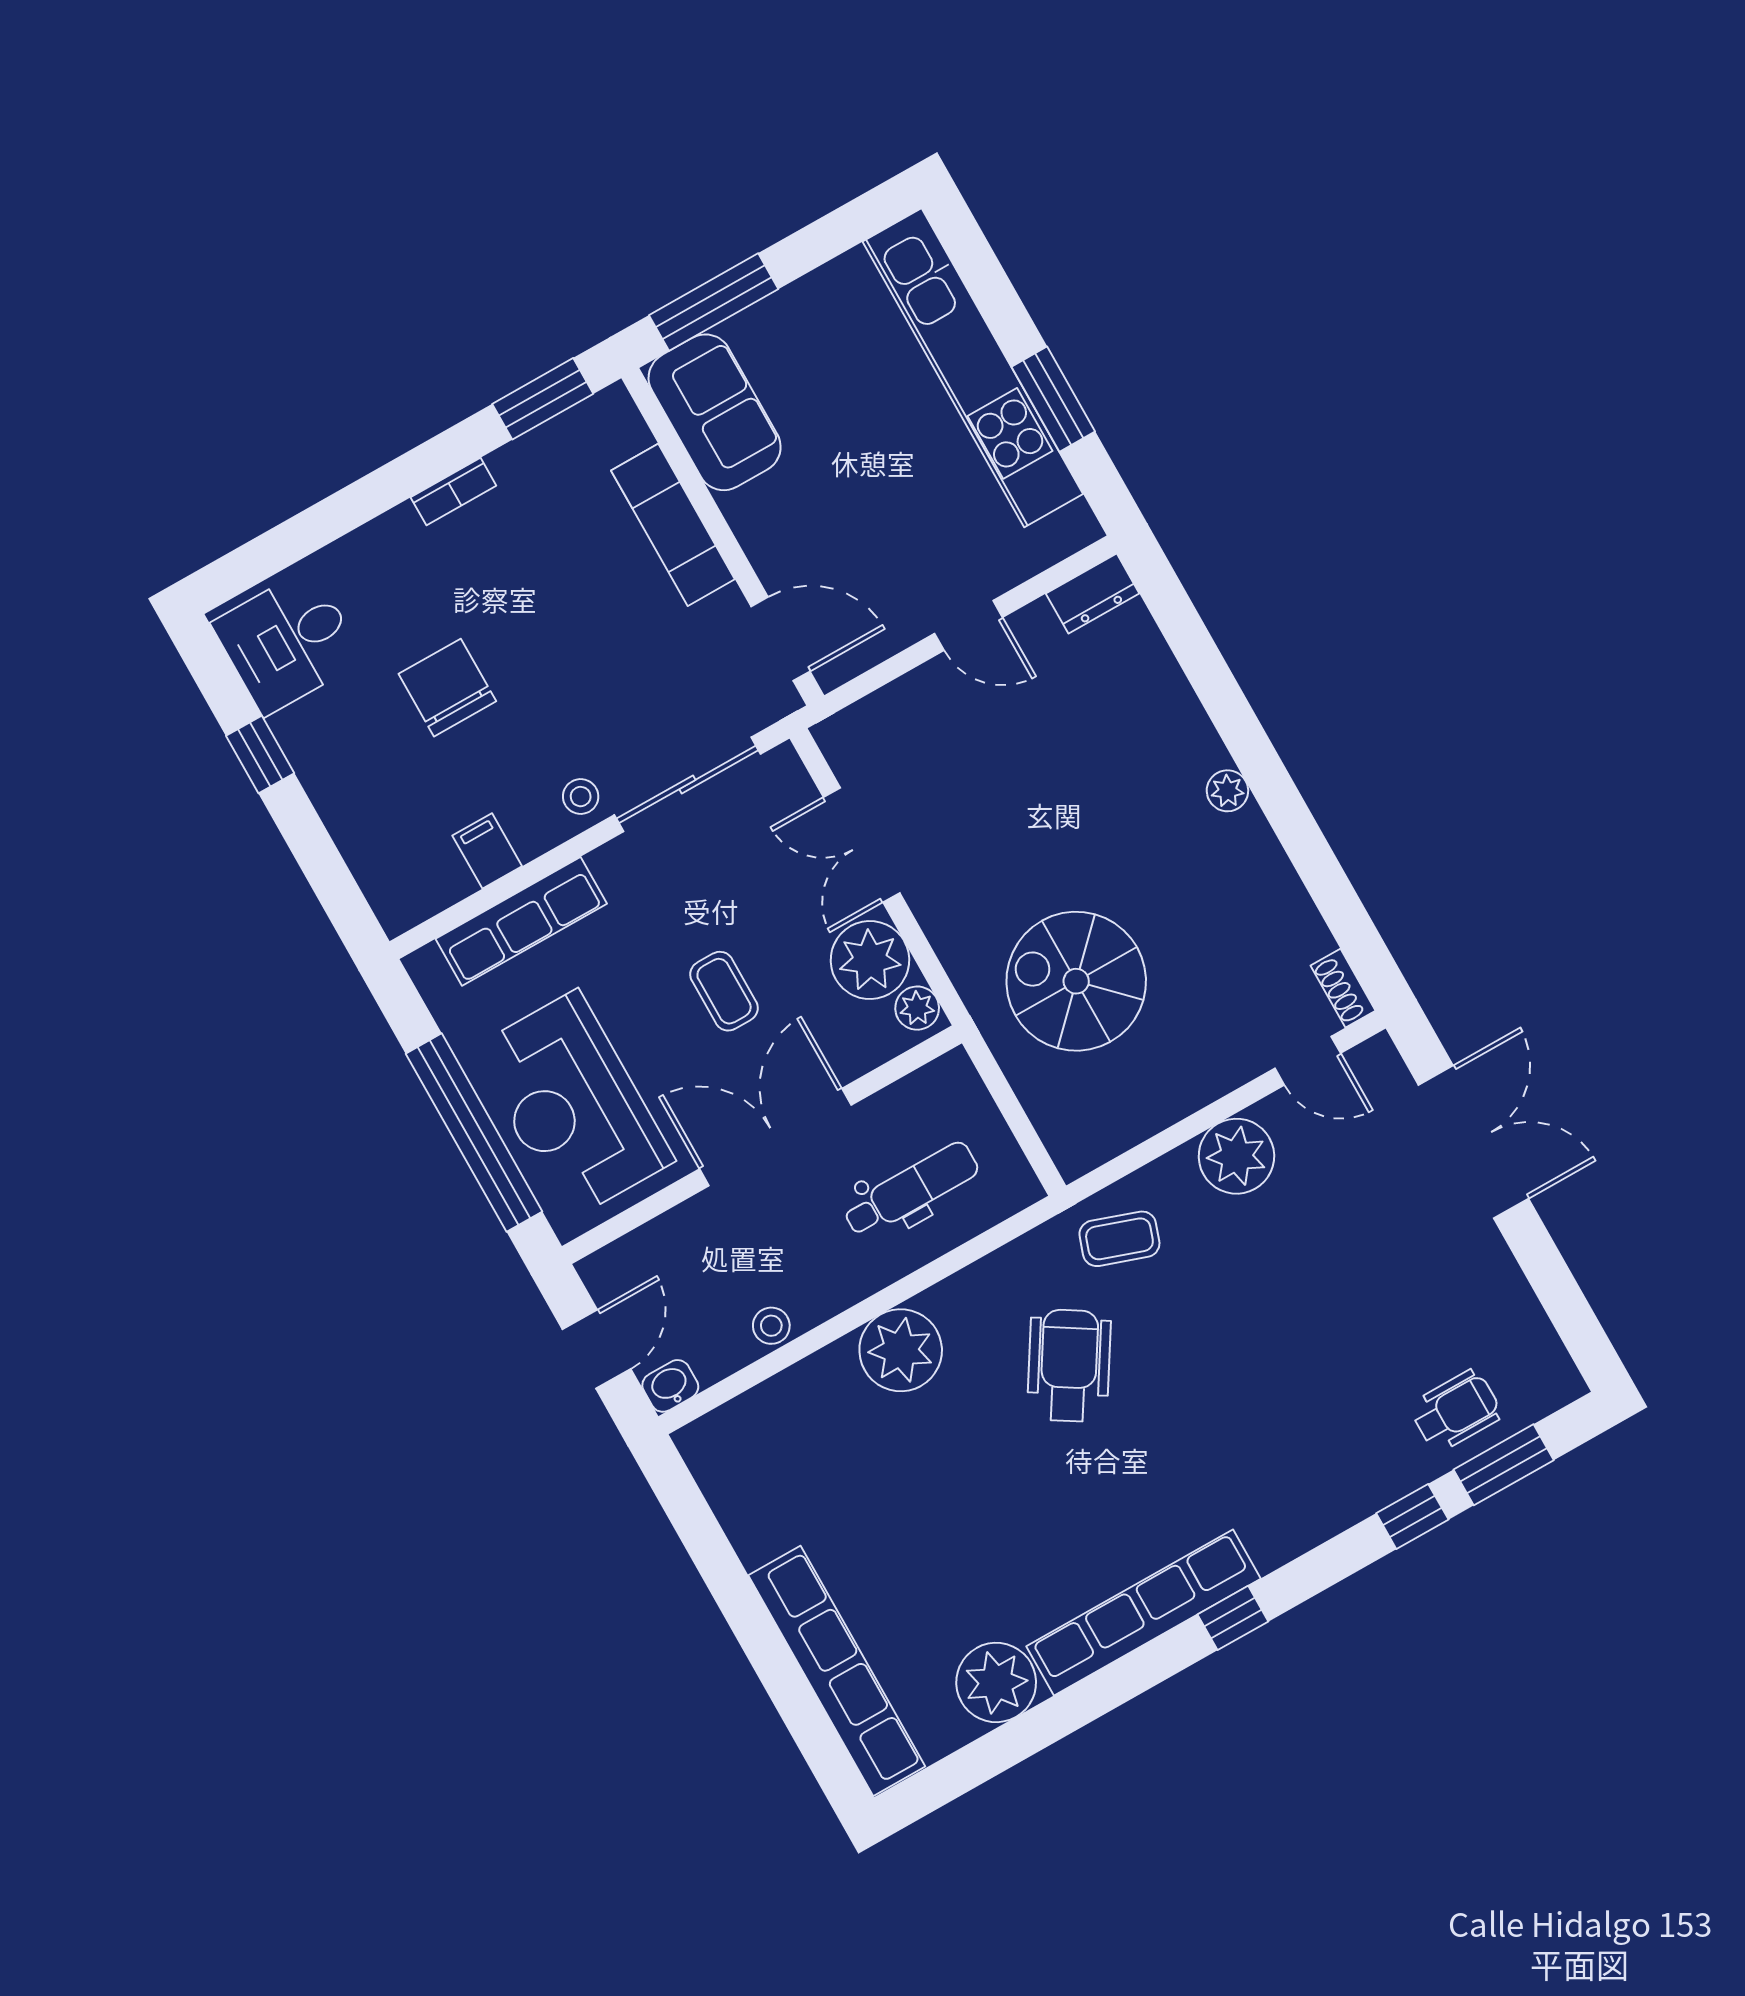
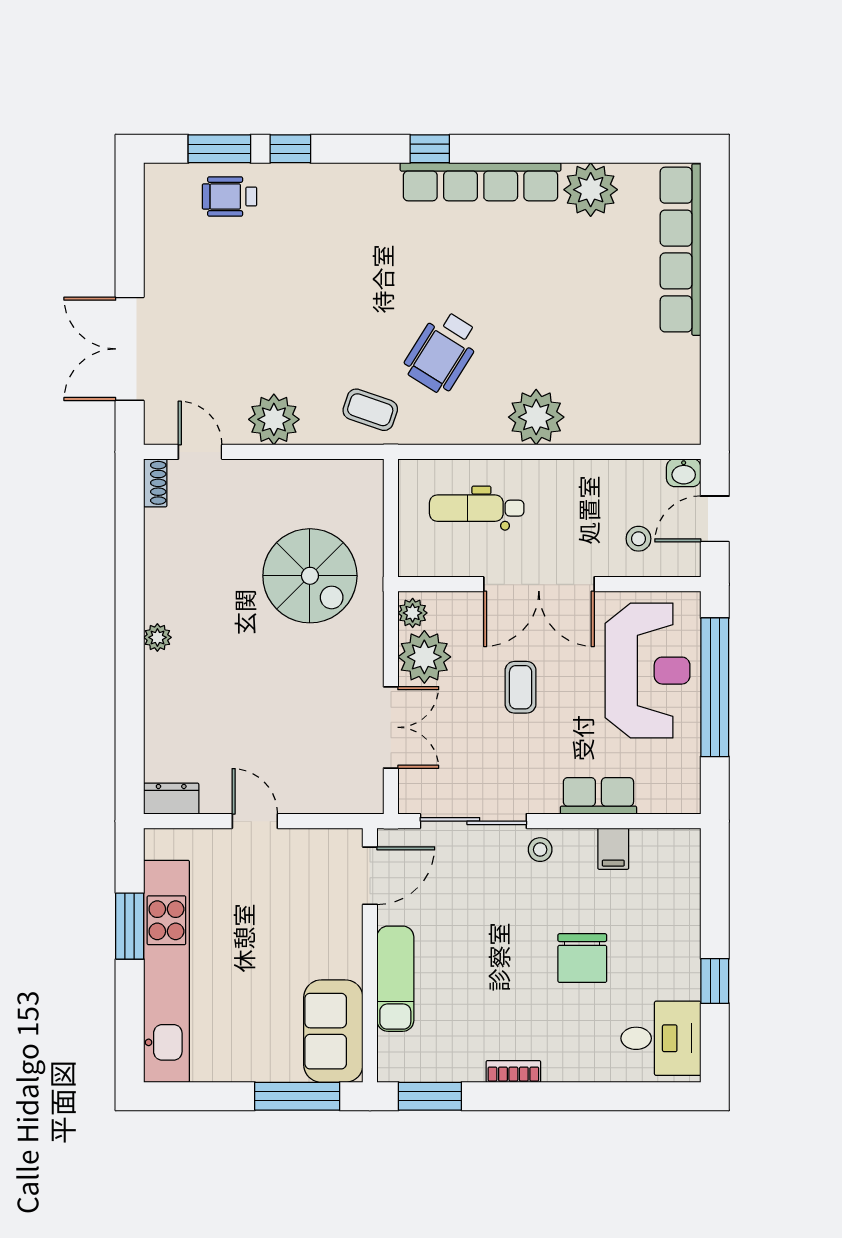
door: (781, 639) -> (370, 876), swing flipped
row of seats: (521, 921) -> (598, 796), width x0.68
stool: (771, 1326) -> (639, 539), moved

